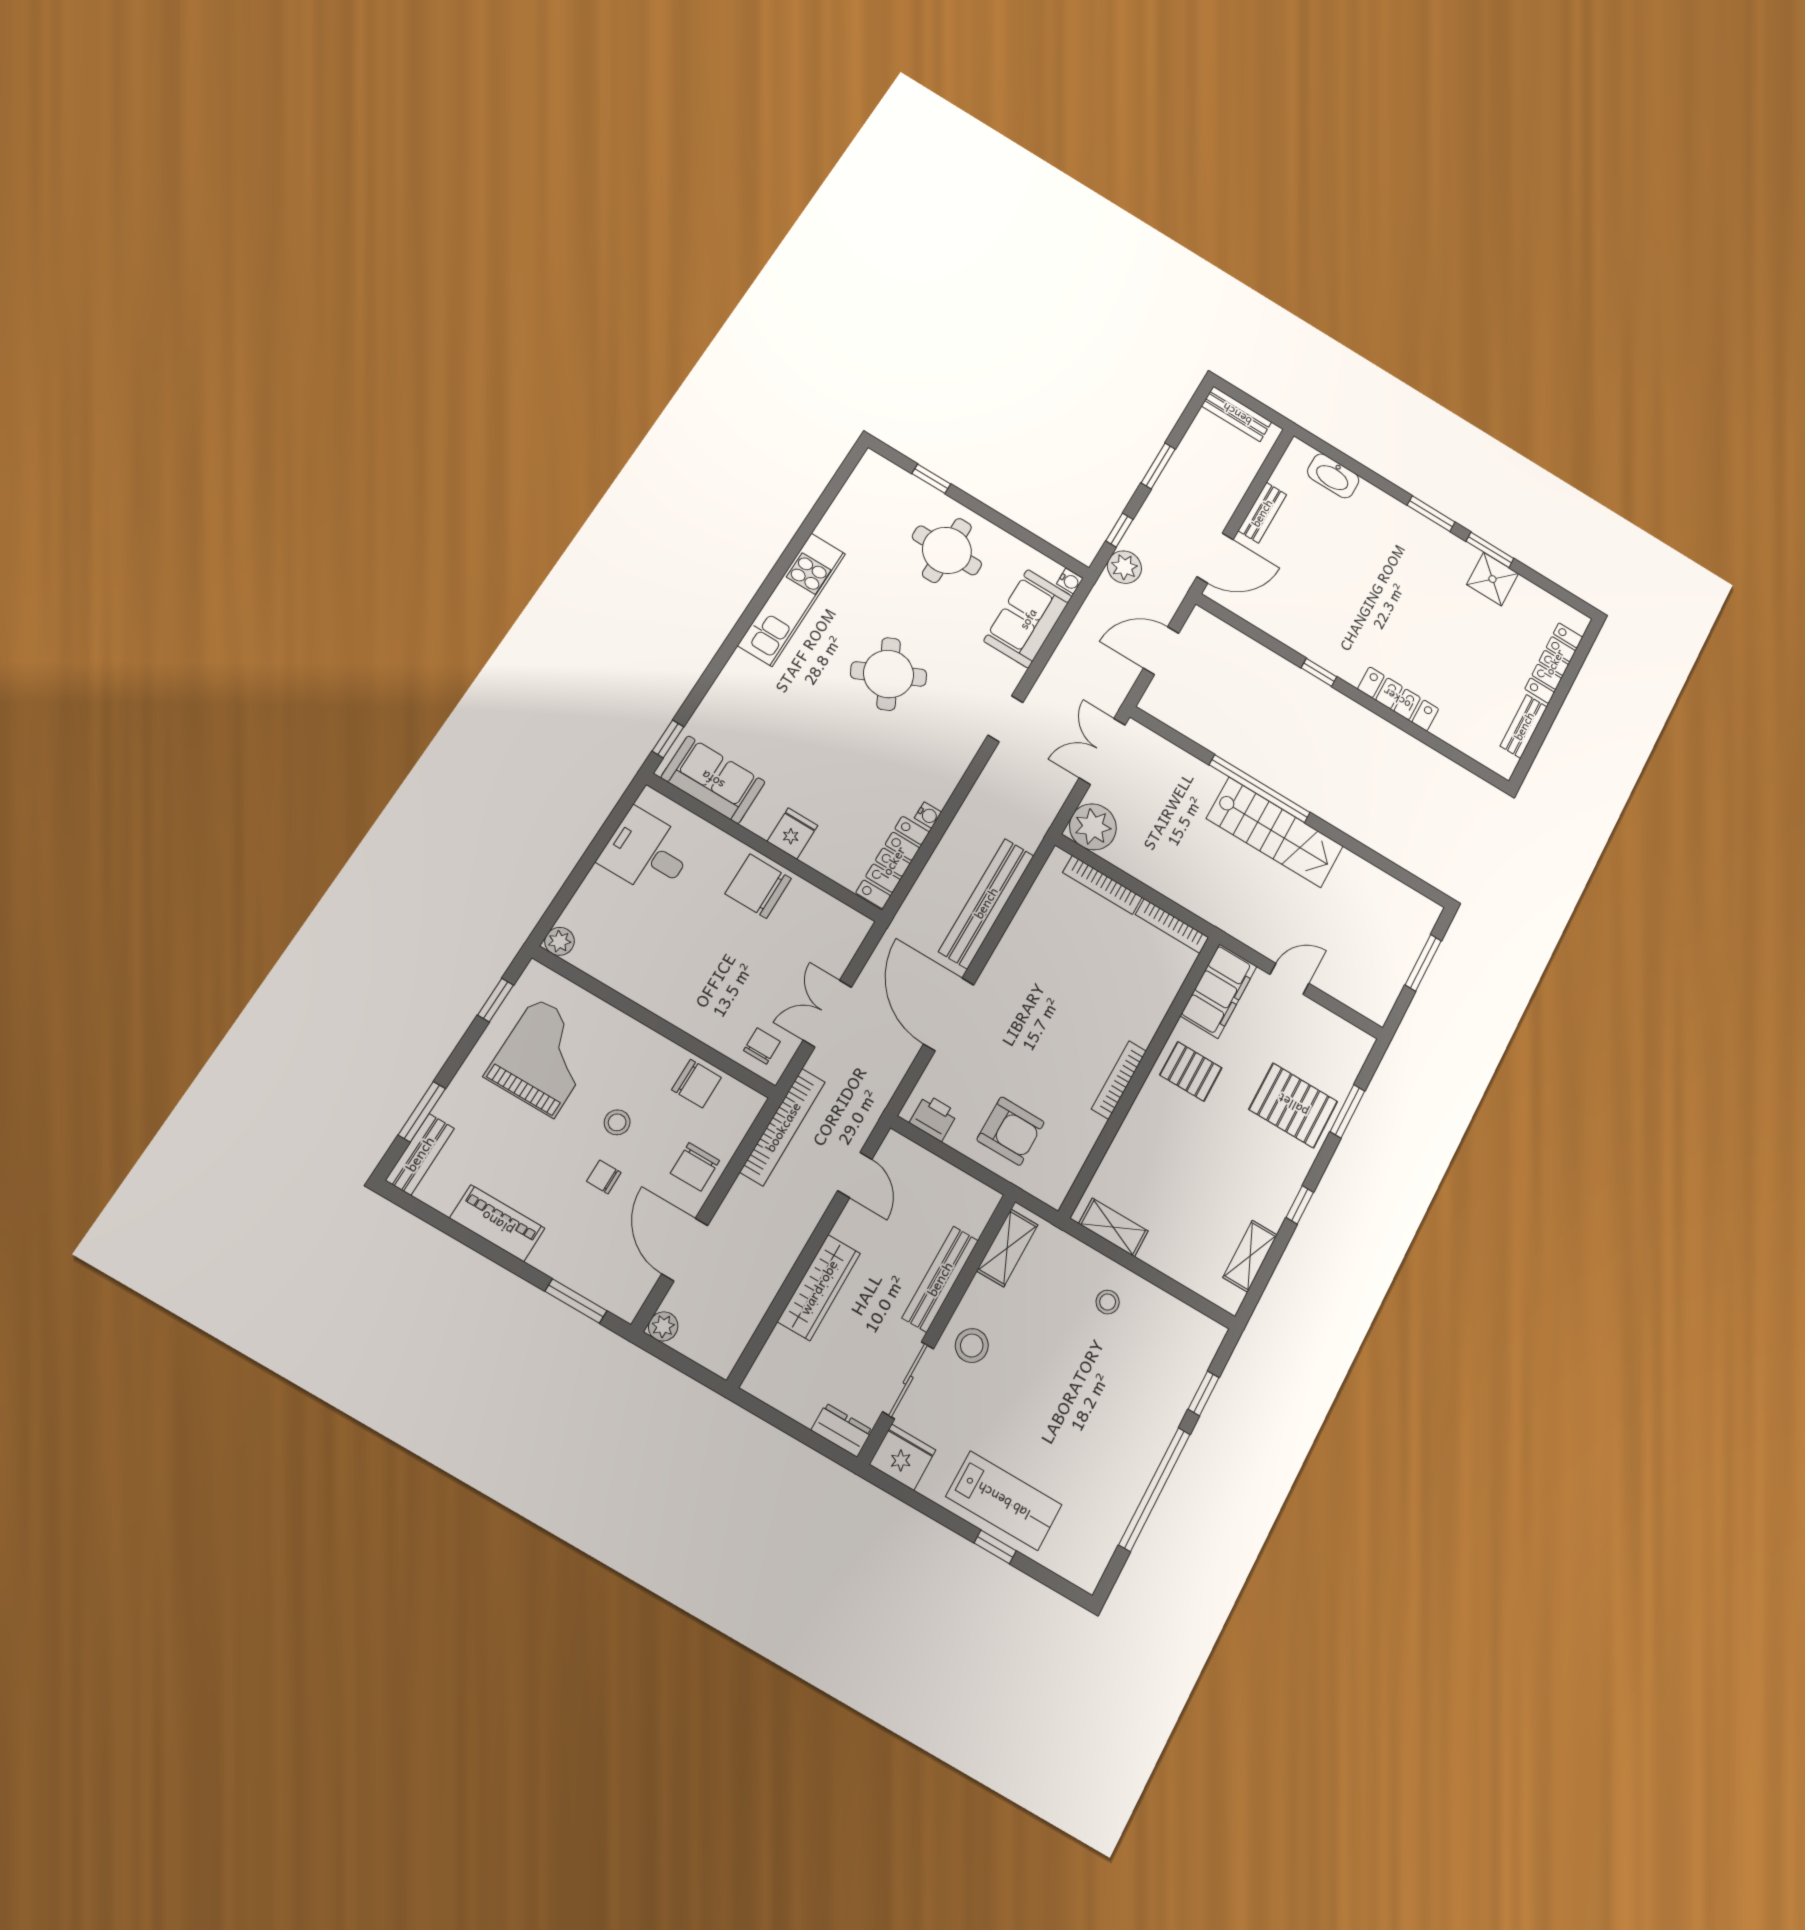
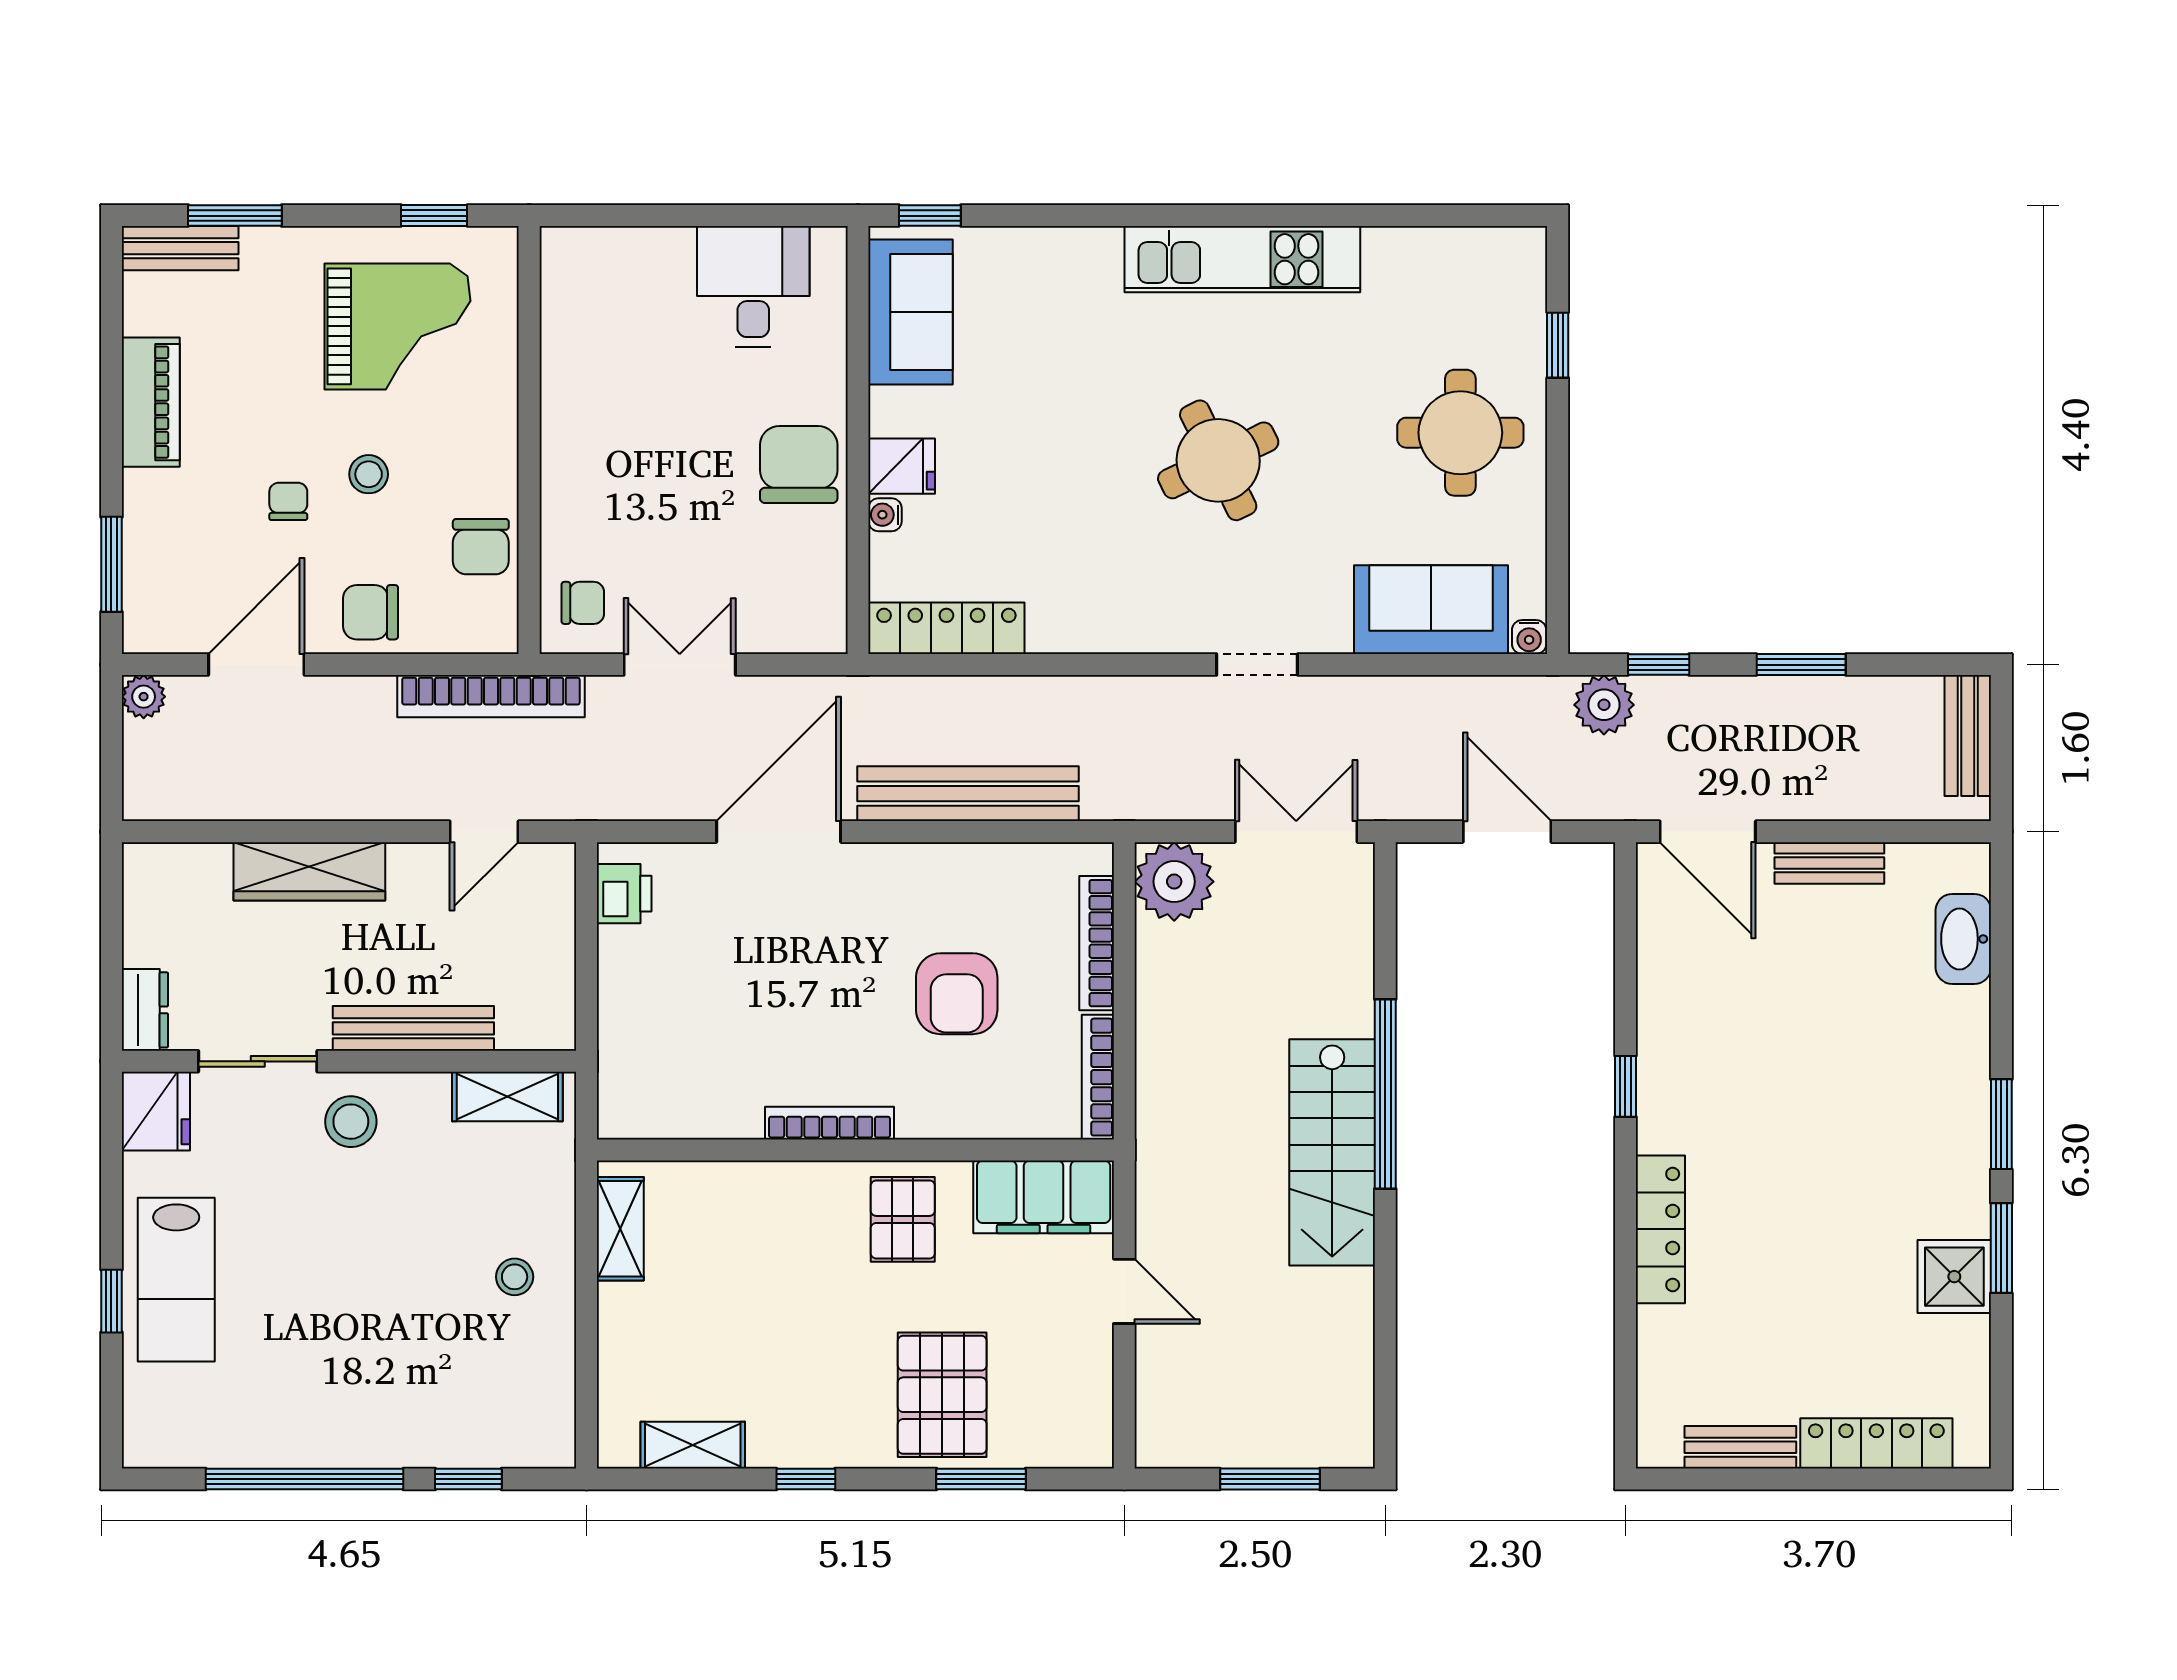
water cooler: (928, 815) -> (885, 515), moved, turned 90
plant: (560, 941) -> (562, 248), removed
armchair: (1011, 1131) -> (957, 994), moved

